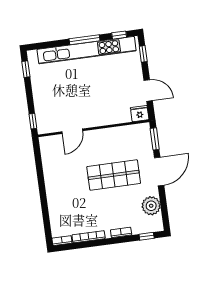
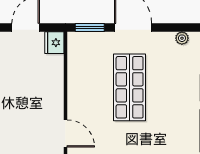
plant: (151, 206) -> (182, 38), width x0.53, depth x0.53

